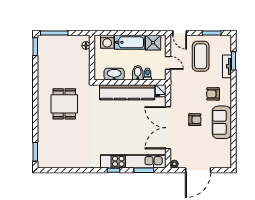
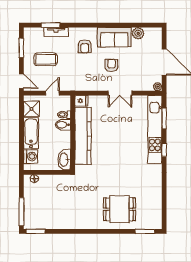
door: (180, 33) -> (21, 81), hinge flipped
coffee table: (201, 56) -> (46, 59), width x0.73, depth x0.76
washbasin: (114, 74) -> (64, 160), moved
dining table: (64, 104) -> (120, 209), moved
double door: (168, 128) -> (120, 93), width x0.54
plant: (226, 145) -> (138, 33), added

